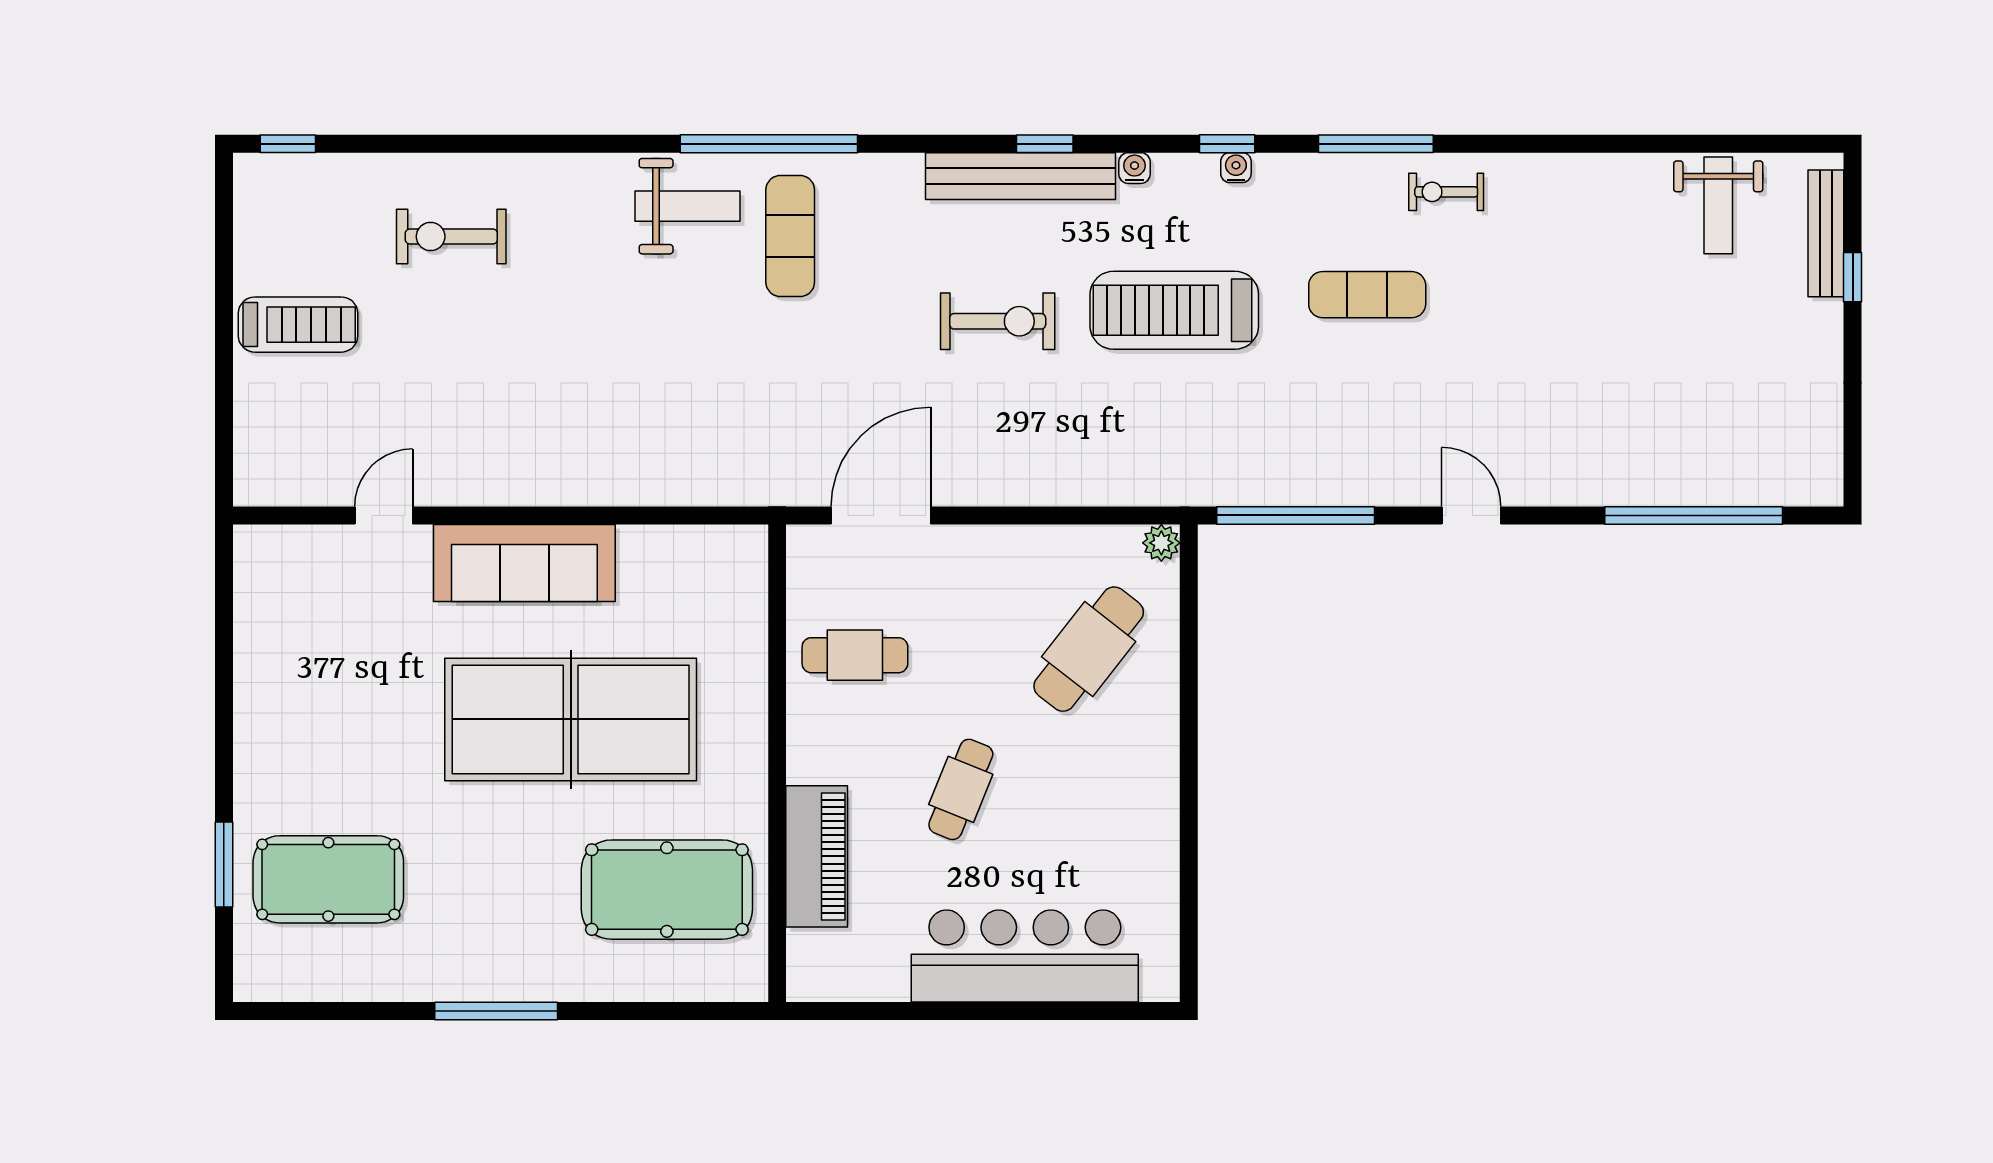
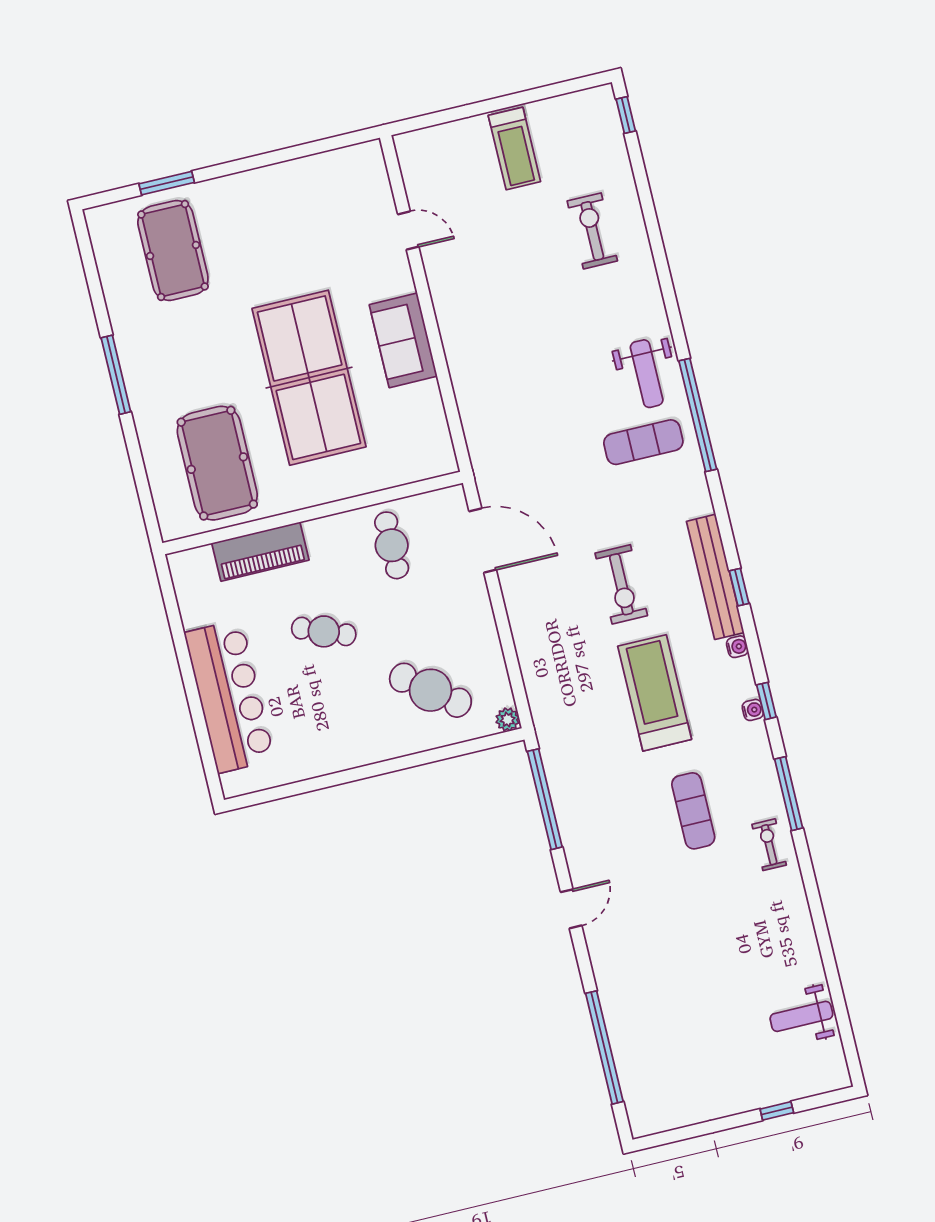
bench: (1826, 233) -> (800, 1088), removed
sofa: (524, 563) -> (403, 340), width x0.73

